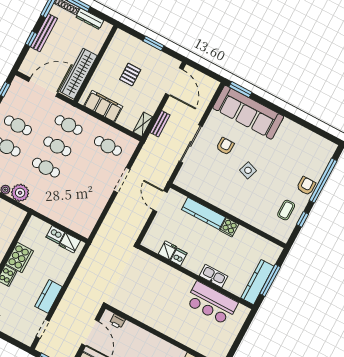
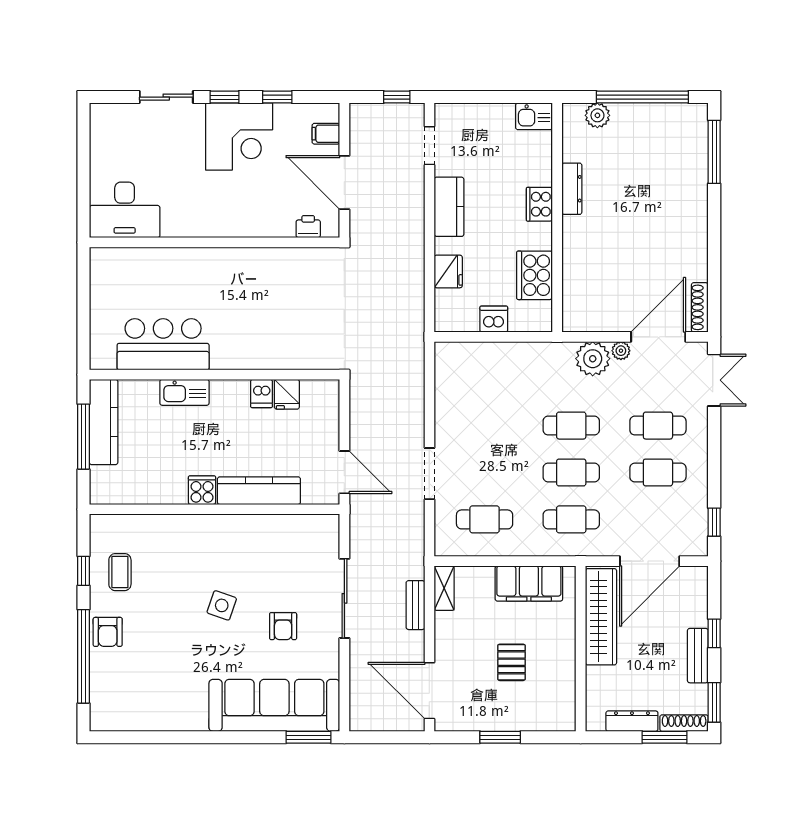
bench: (44, 33) -> (698, 656), width x0.73
fridge: (70, 243) -> (448, 271), moved, turned 90
cooker: (20, 257) -> (534, 275), moved

